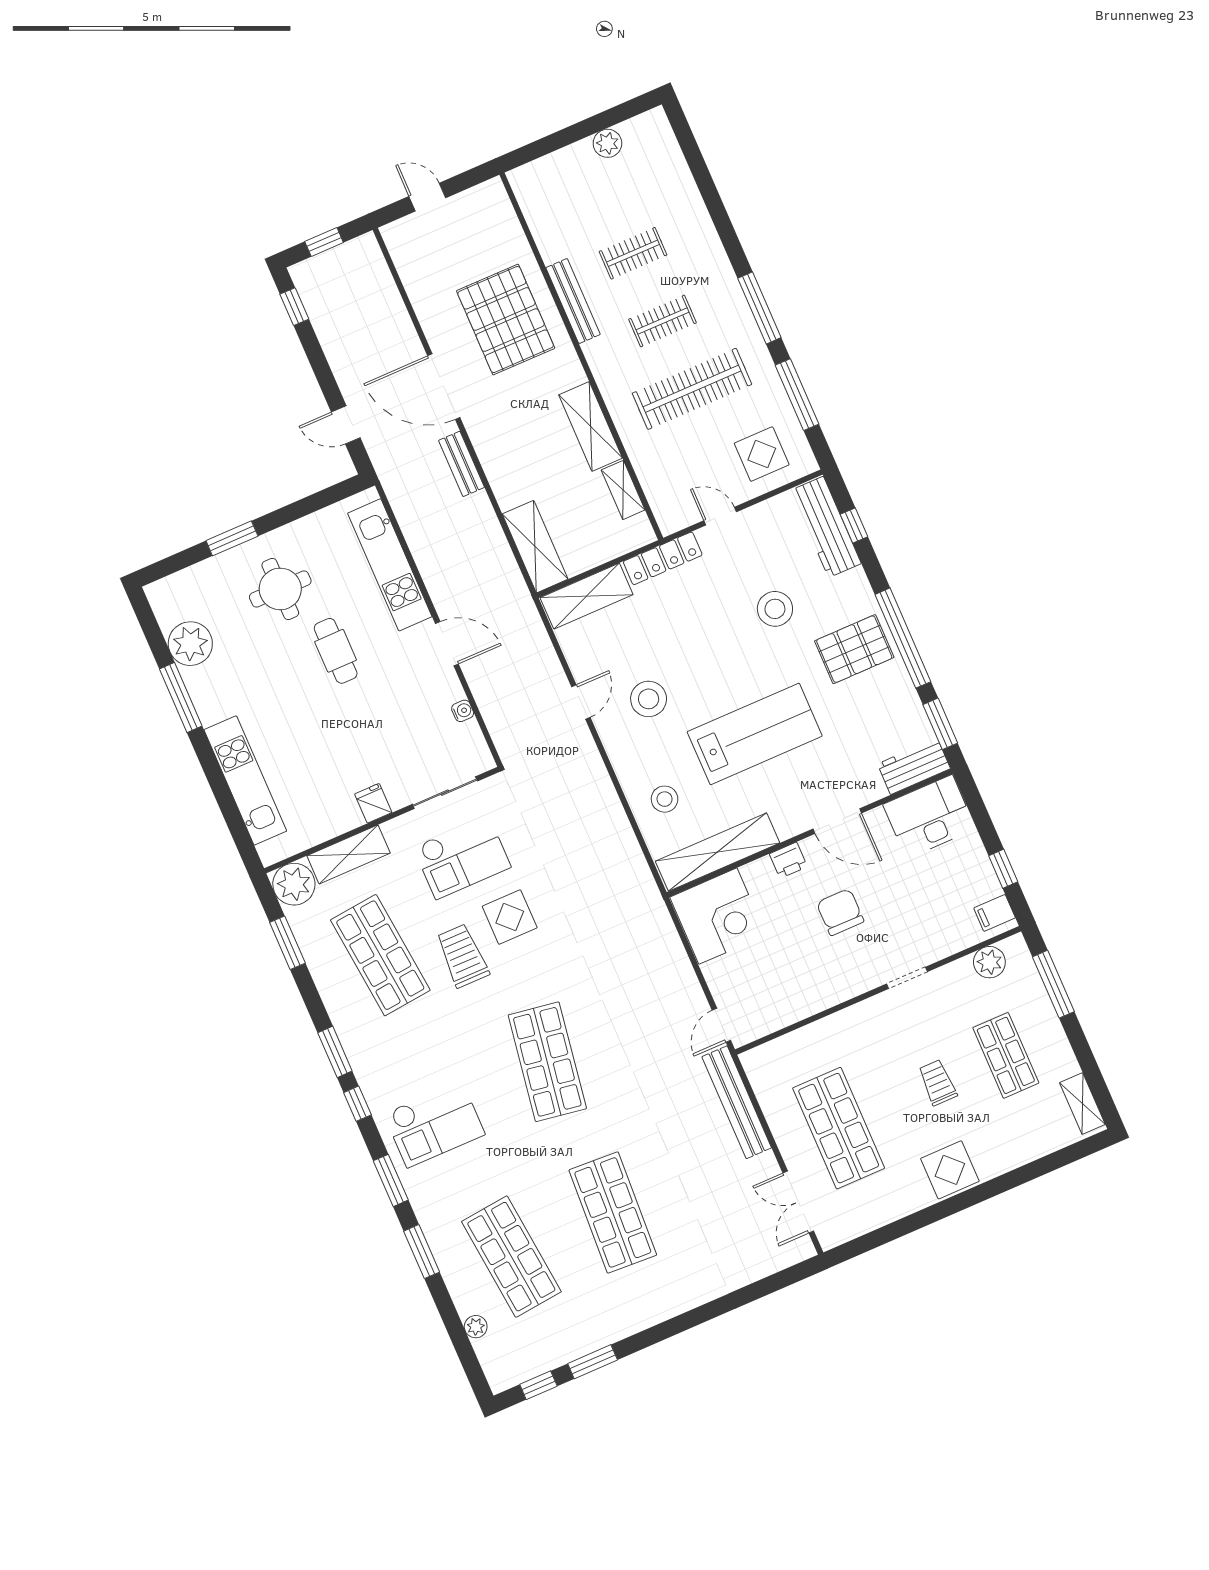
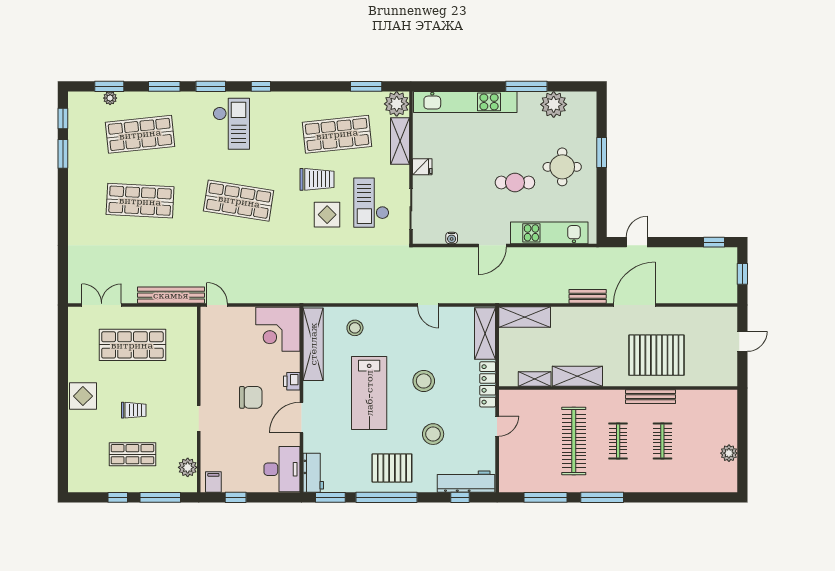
display table: (762, 454) -> (521, 464), removed
pallet: (854, 649) -> (392, 468), turned 90
stool: (649, 699) -> (424, 381), moved
kitchen unit: (245, 780) -> (465, 102), width x1.36
window: (1082, 1049) -> (118, 497), added
window: (335, 1052) -> (109, 86), moved
shelving: (1082, 1104) -> (88, 485), removed
checkout: (434, 1124) -> (231, 124), turned 180

